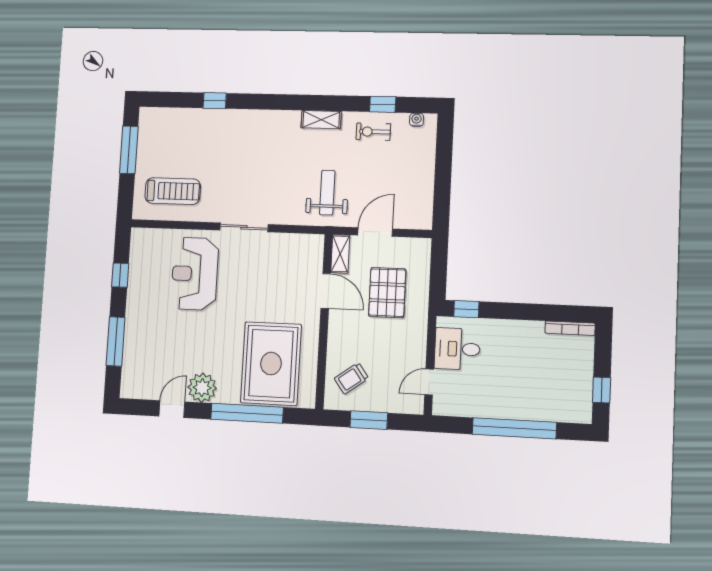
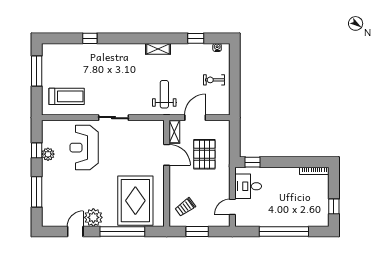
exercise bike: (373, 132) -> (214, 80), moved
plant: (137, 282) -> (48, 154), added

